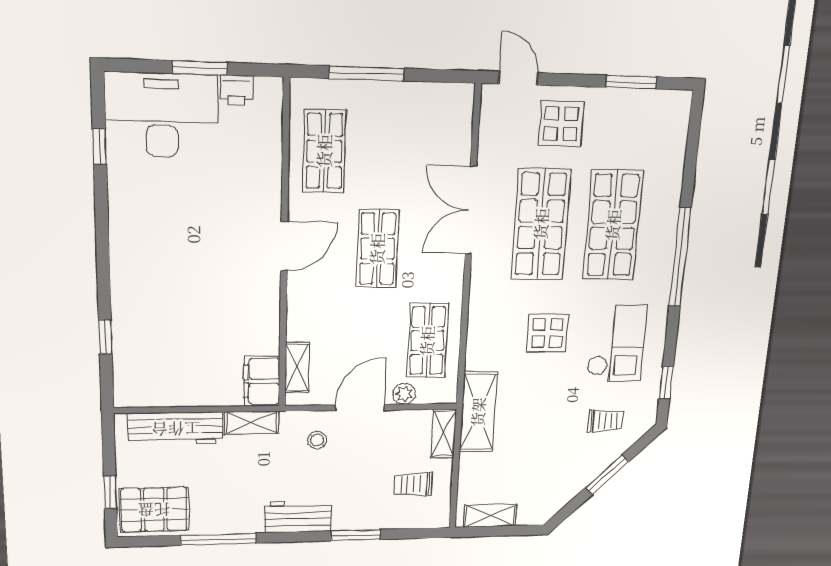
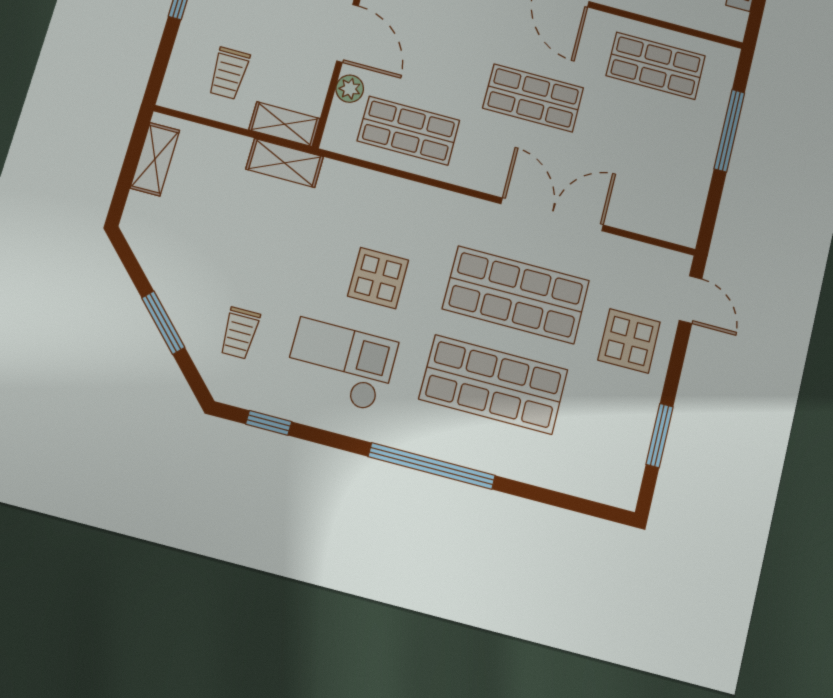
door: (518, 78) -> (691, 300), hinge flipped
checkout: (617, 343) -> (340, 365), turned 180
shelving: (478, 412) -> (285, 163), width x0.67, depth x0.75
trolley: (413, 484) -> (229, 73), turned 180

